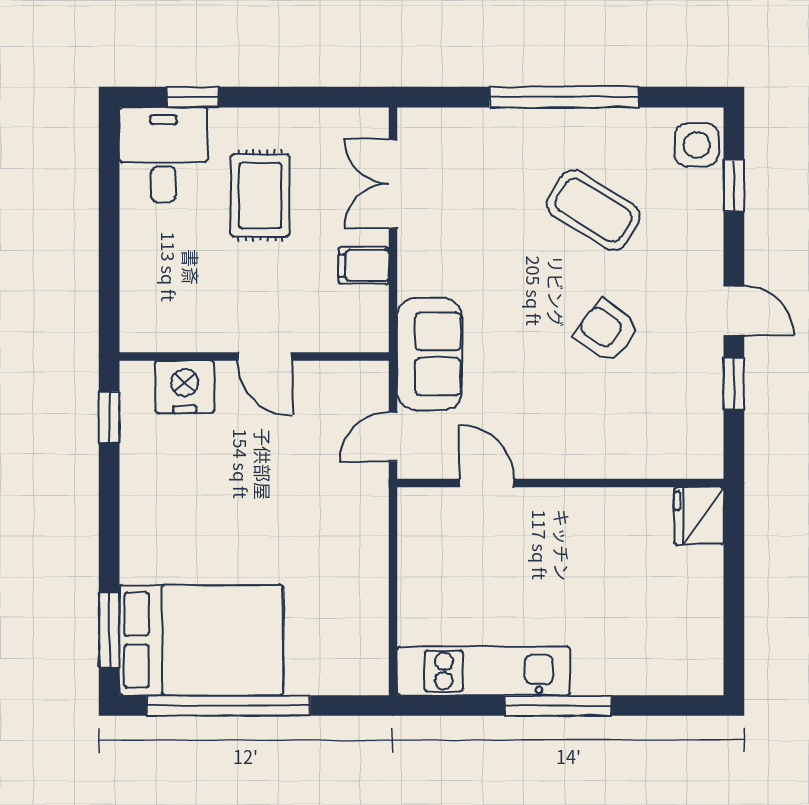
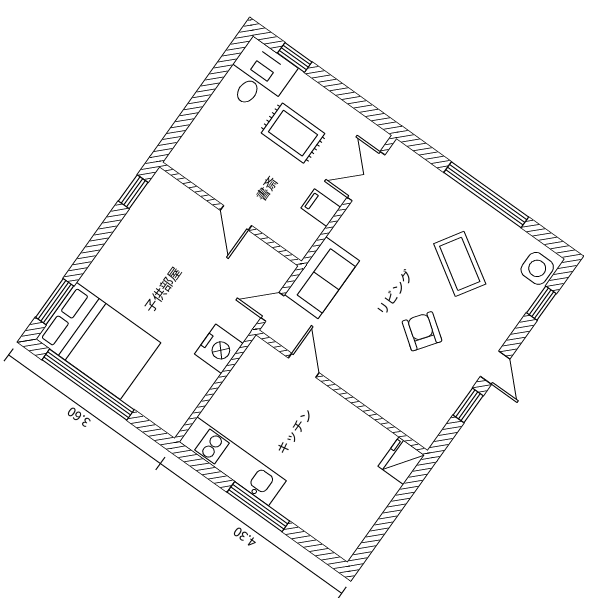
rug: (260, 196) -> (293, 133), turned 90
nightstand: (185, 387) -> (219, 349), moved, turned 90

